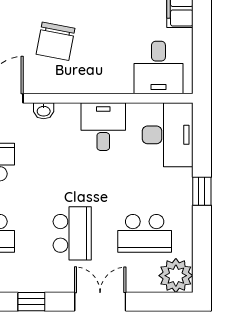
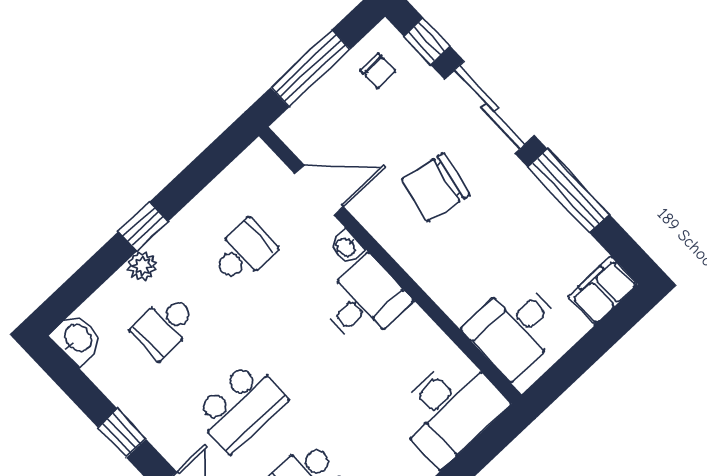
desk: (103, 127) -> (364, 301), moved

